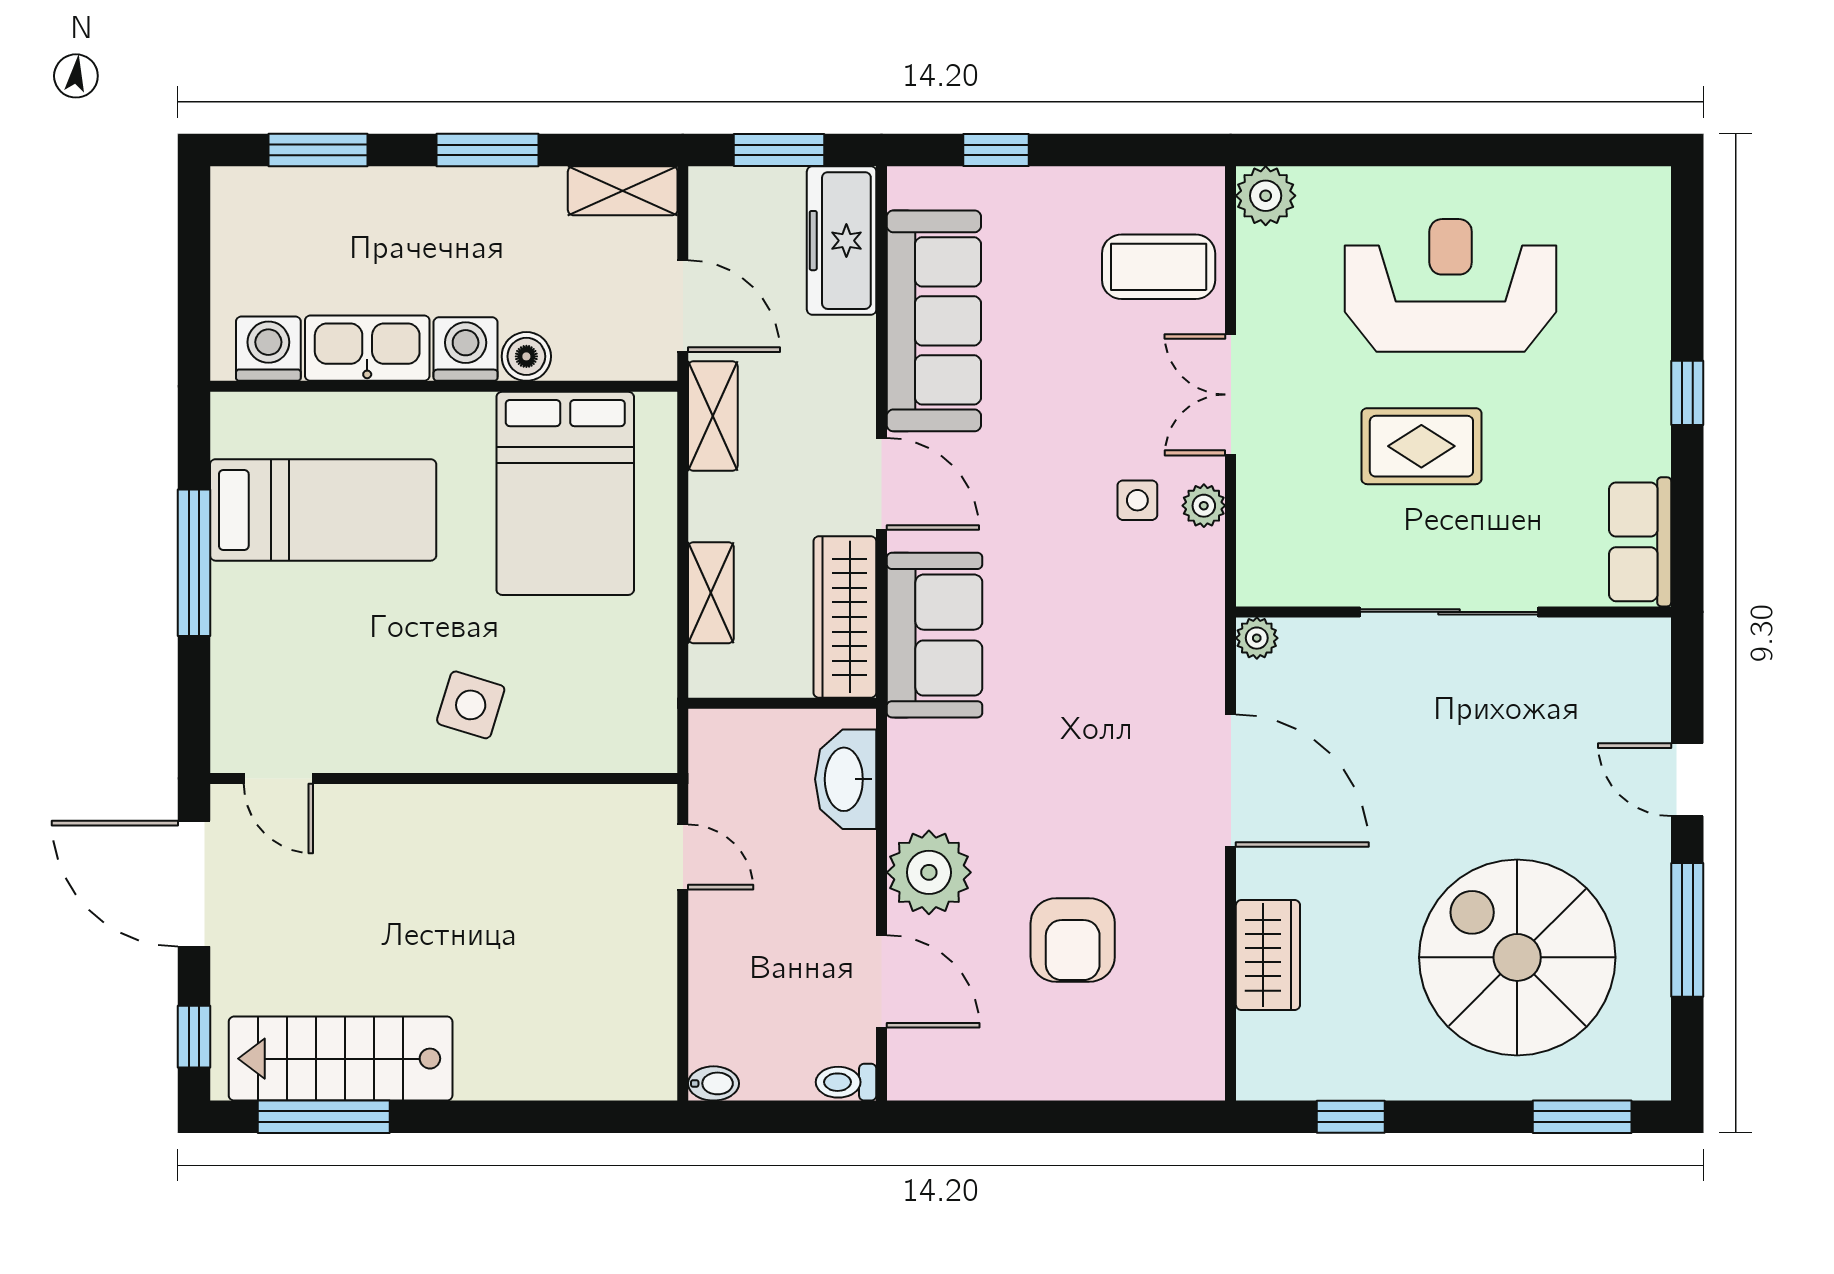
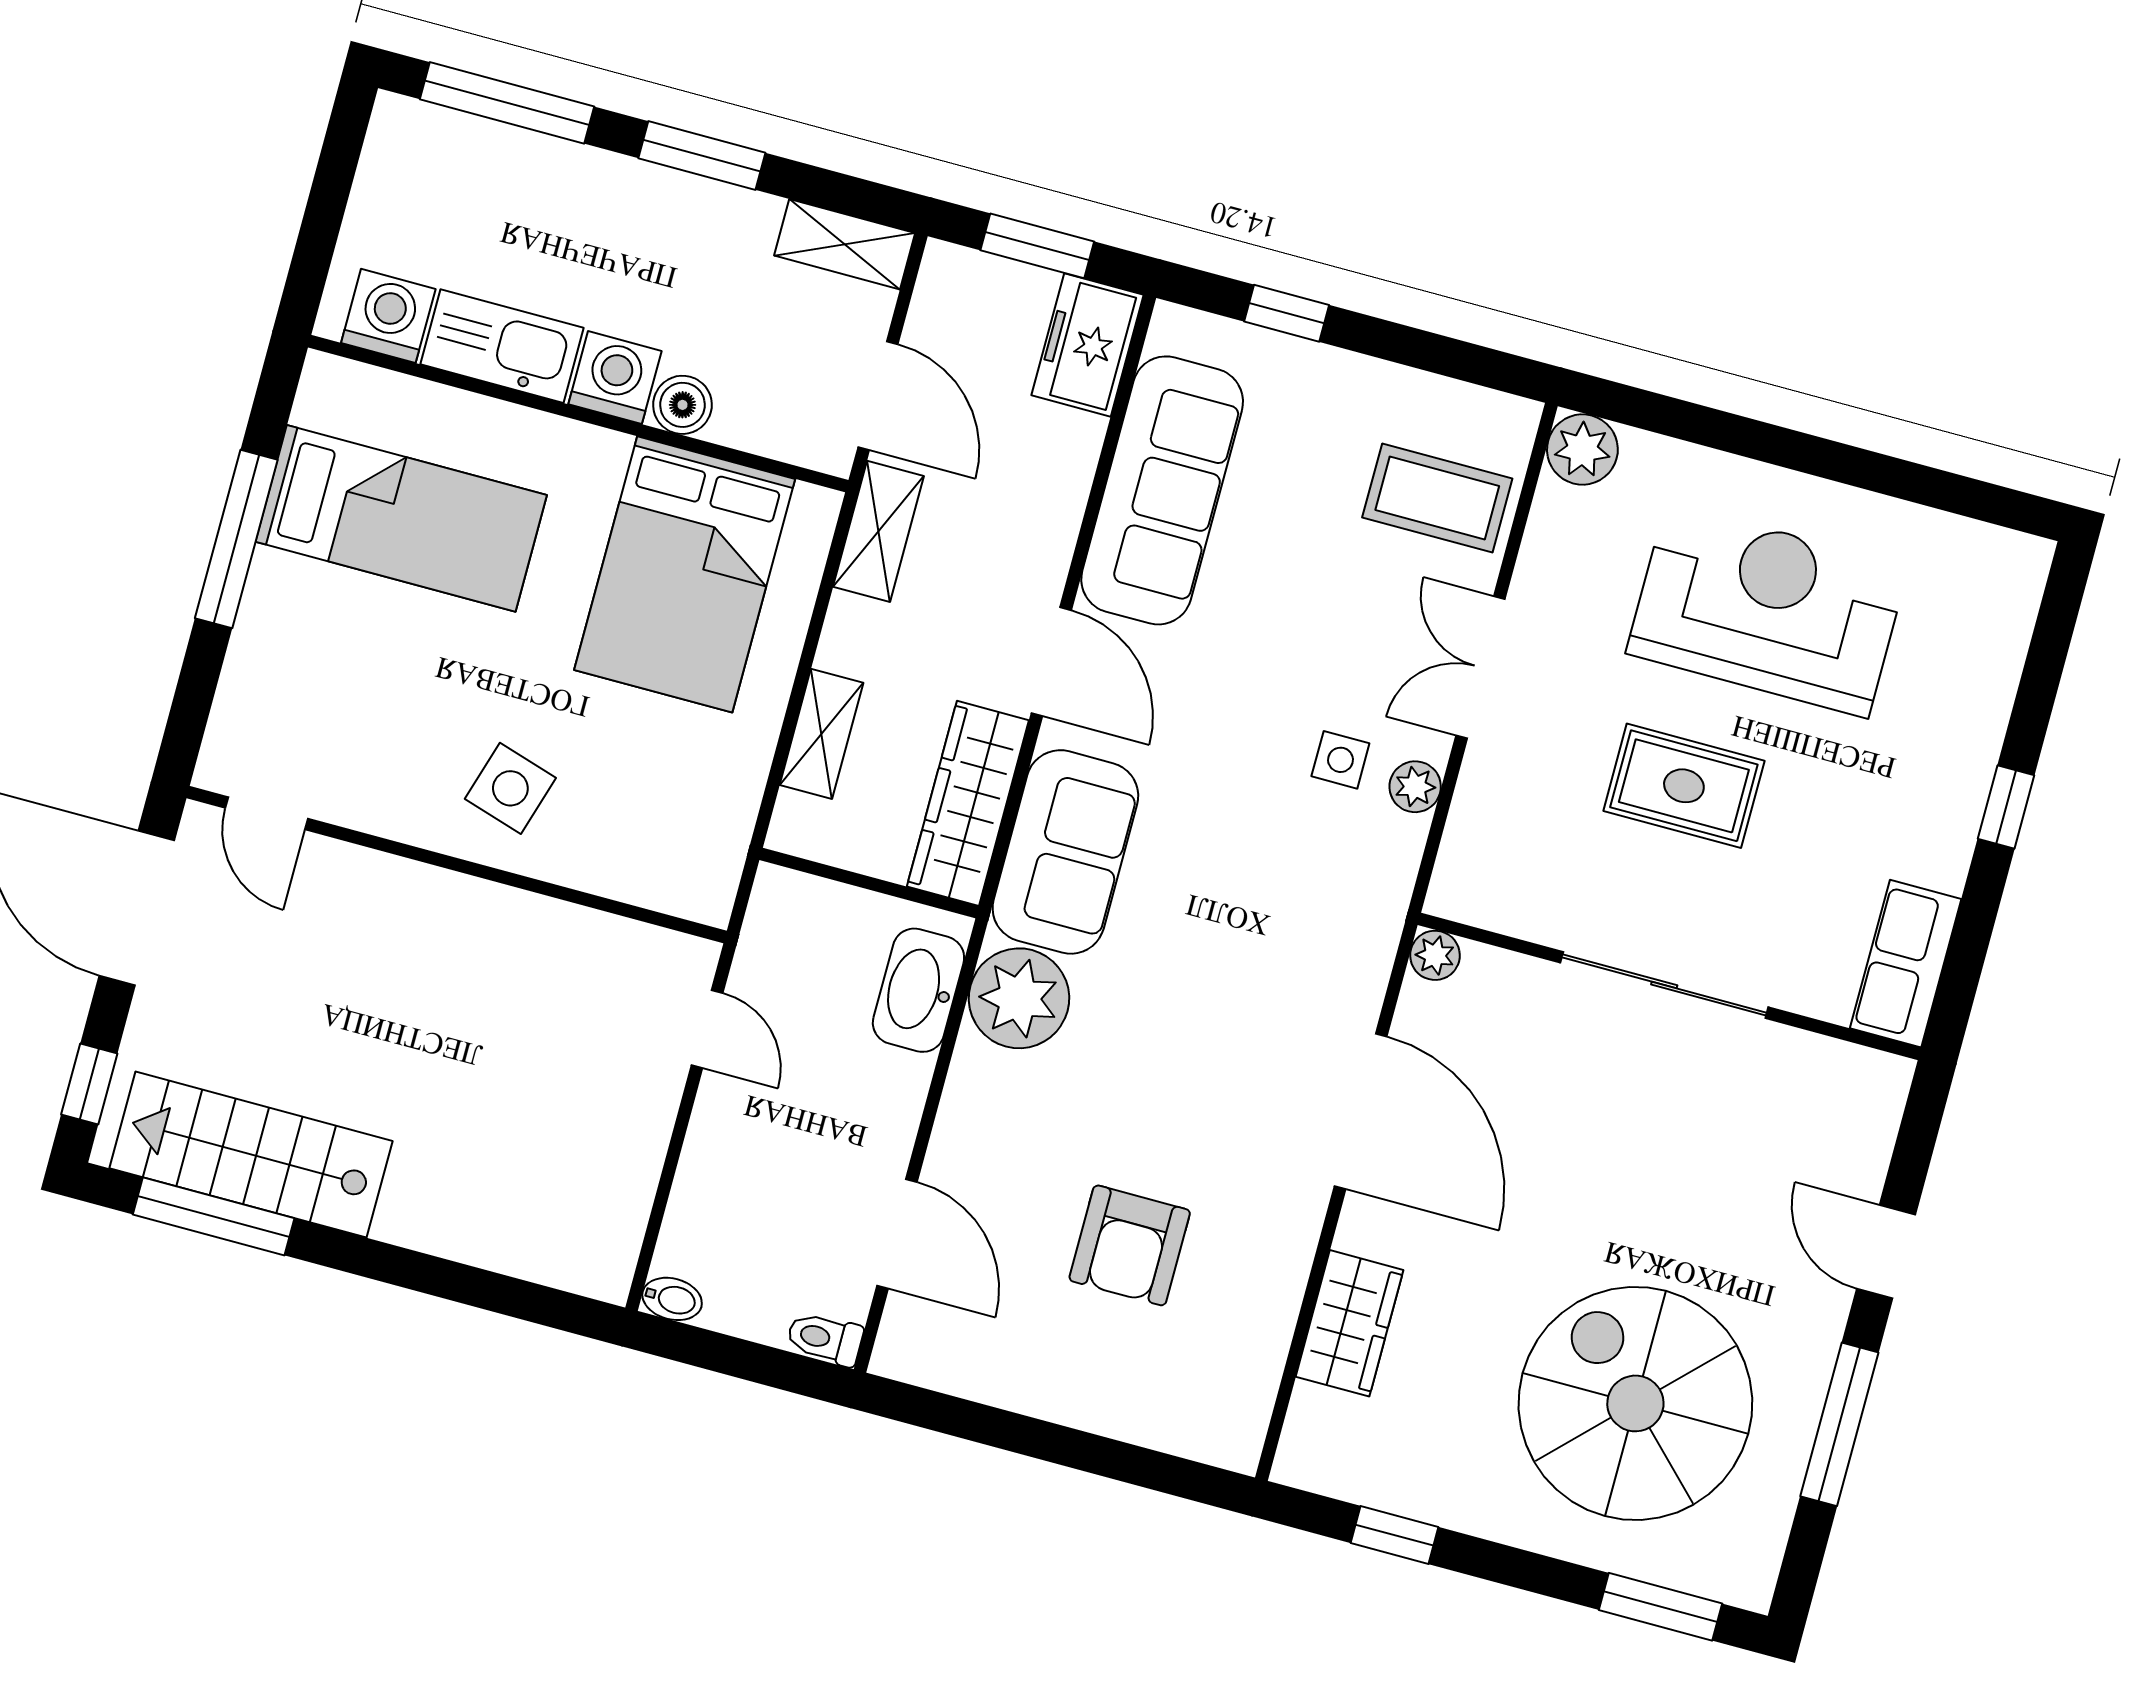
window: (318, 150) -> (507, 103), width x1.44
freezer: (842, 241) -> (1087, 345), width x0.71
plant: (929, 872) -> (1019, 998), moved

